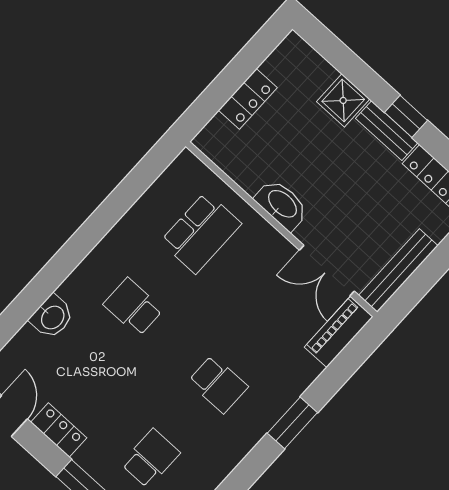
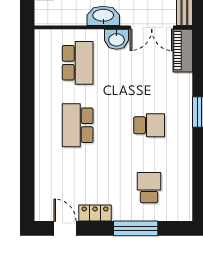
school desk: (133, 307) -> (78, 125), width x1.85
washbasin: (52, 317) -> (116, 39), moved, turned 90

